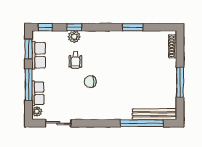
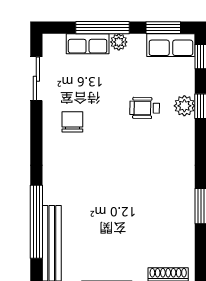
row of seats: (39, 55) -> (171, 45), moved
chair: (90, 82) -> (72, 122), moved
plant: (37, 112) -> (119, 42), moved

